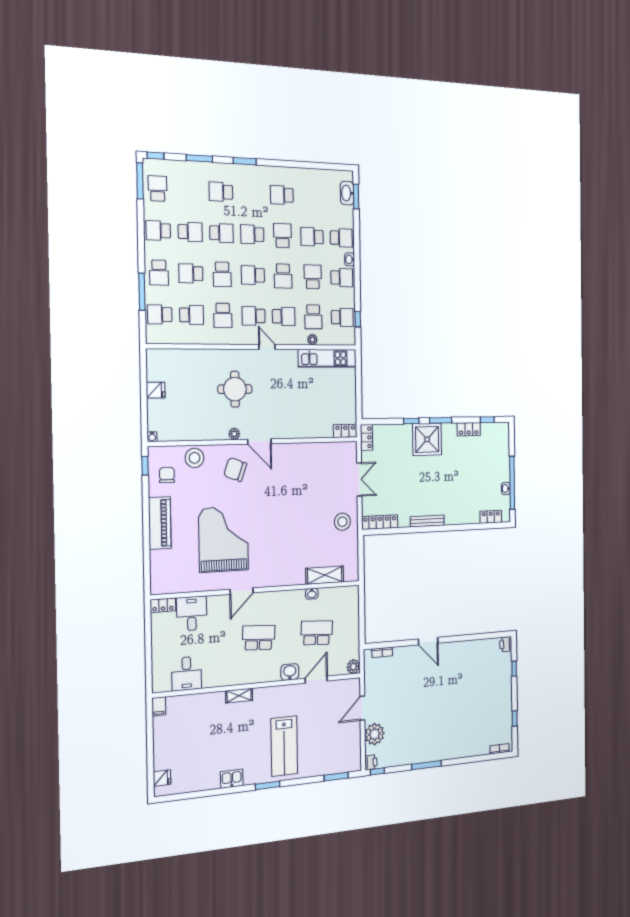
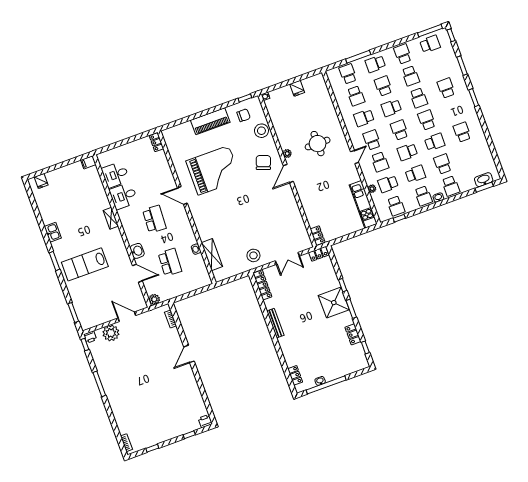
desk: (192, 614) -> (123, 196), moved, turned 180

